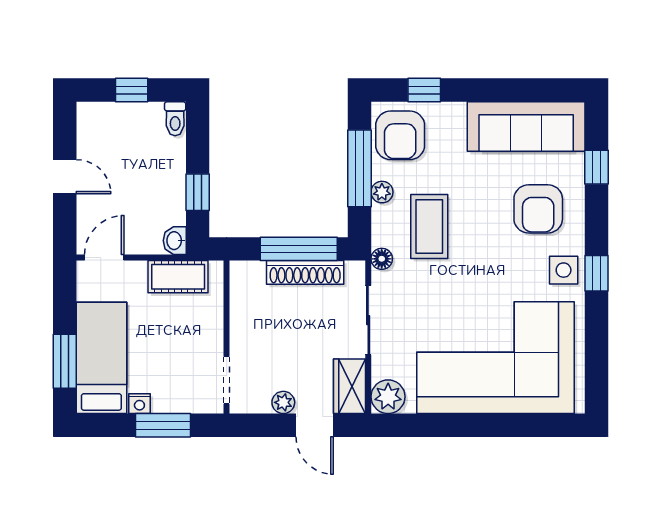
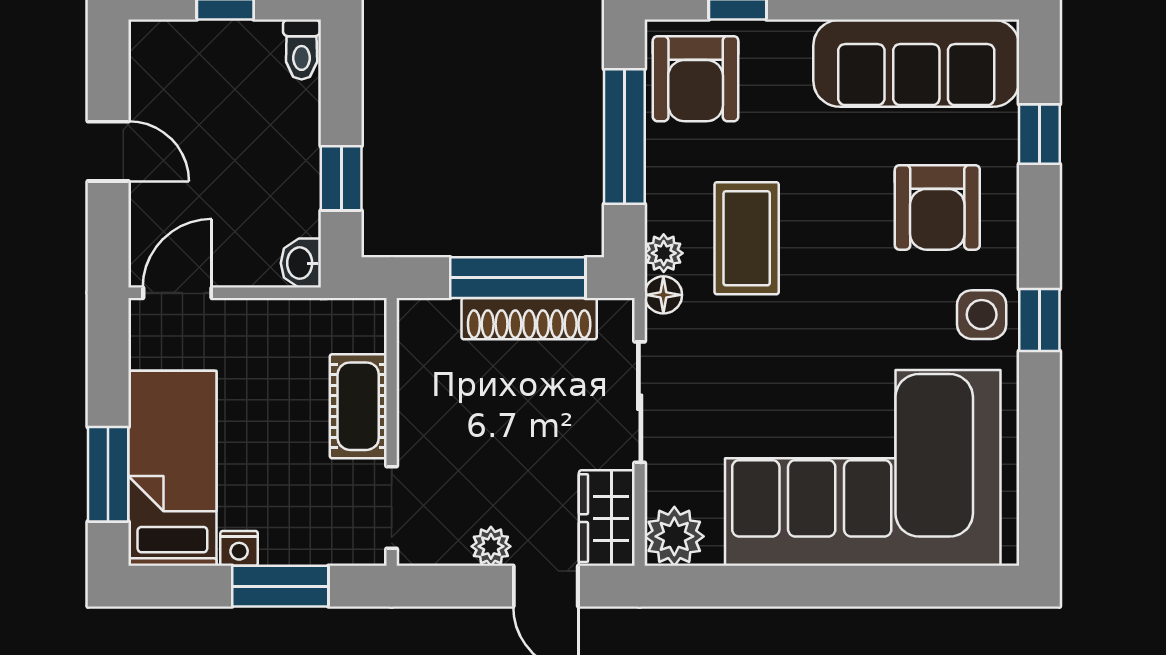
plant: (382, 192) -> (664, 253), moved
cot: (178, 277) -> (358, 406), moved, turned 90

